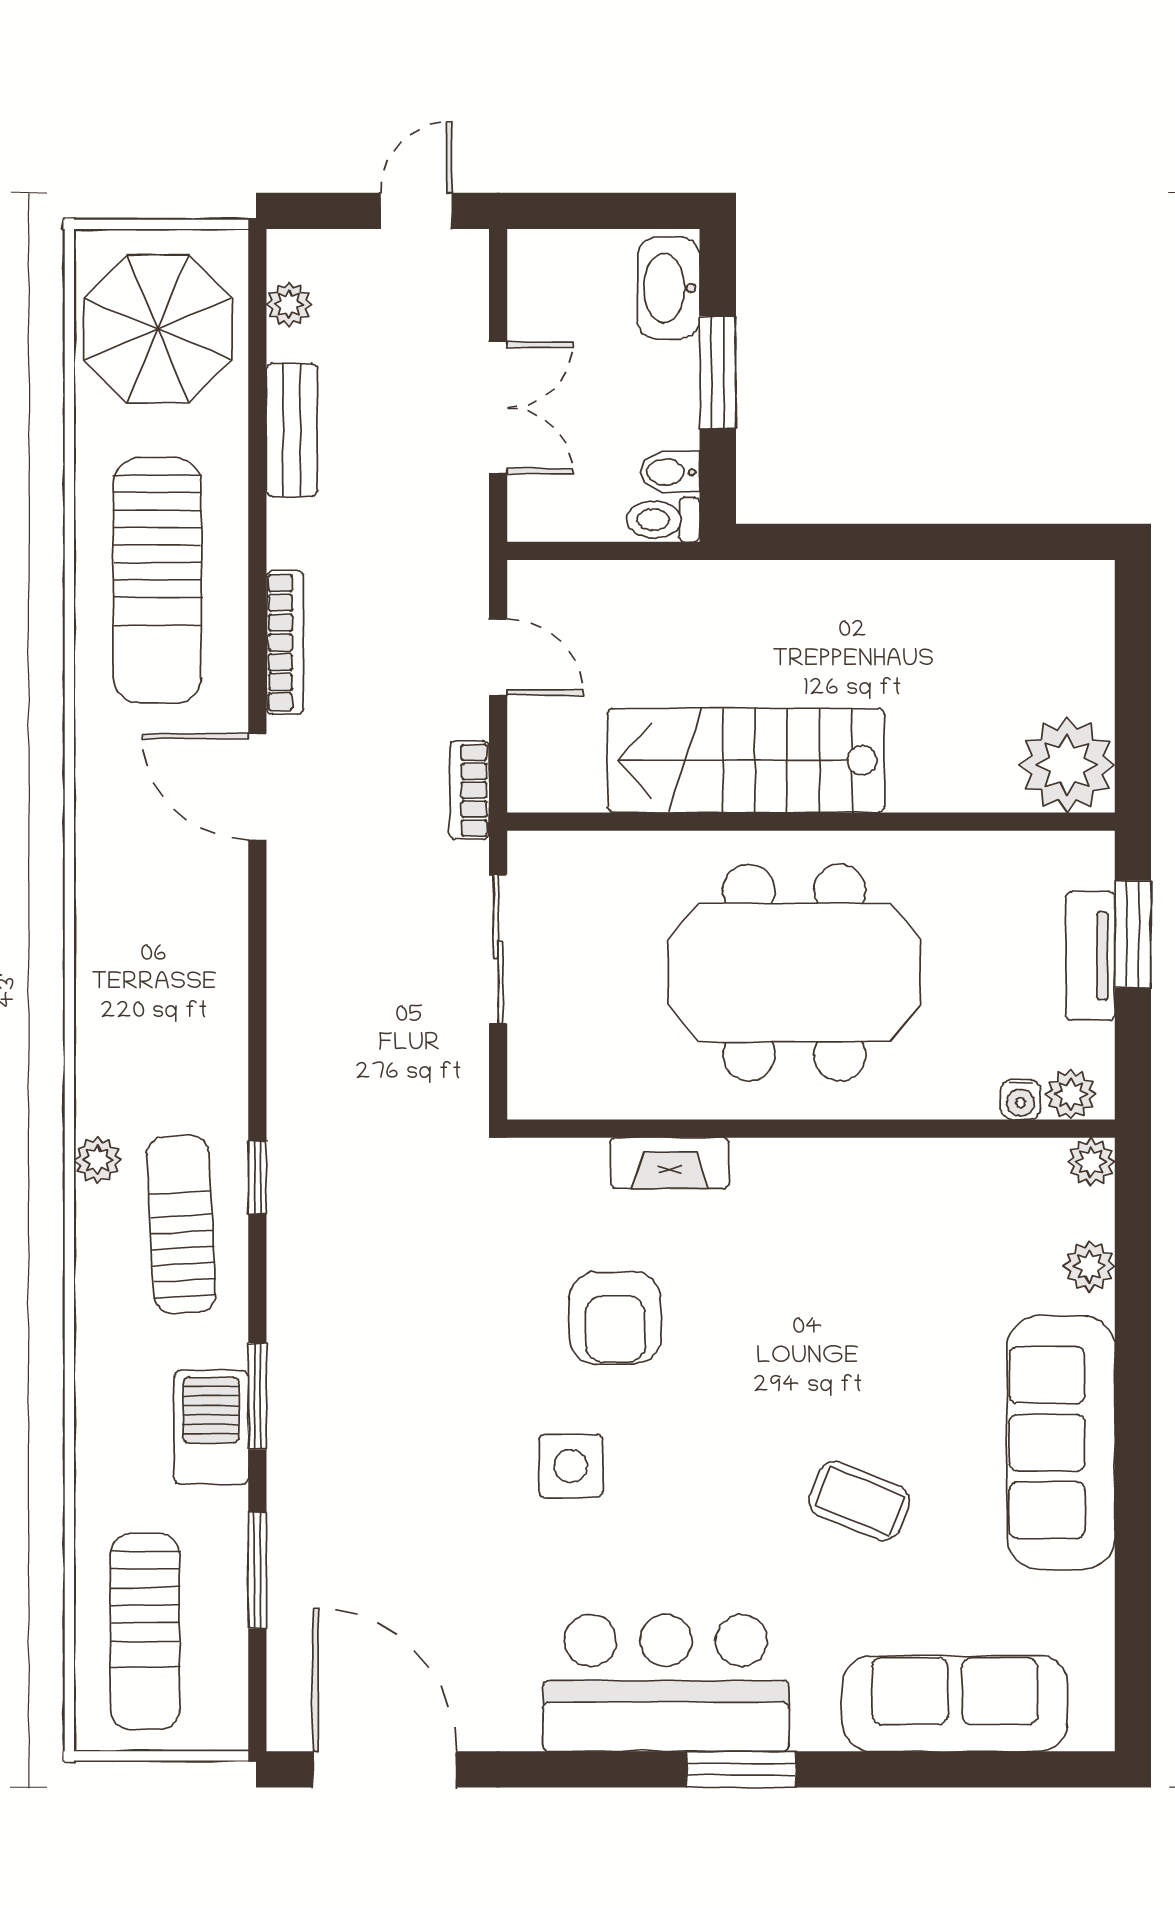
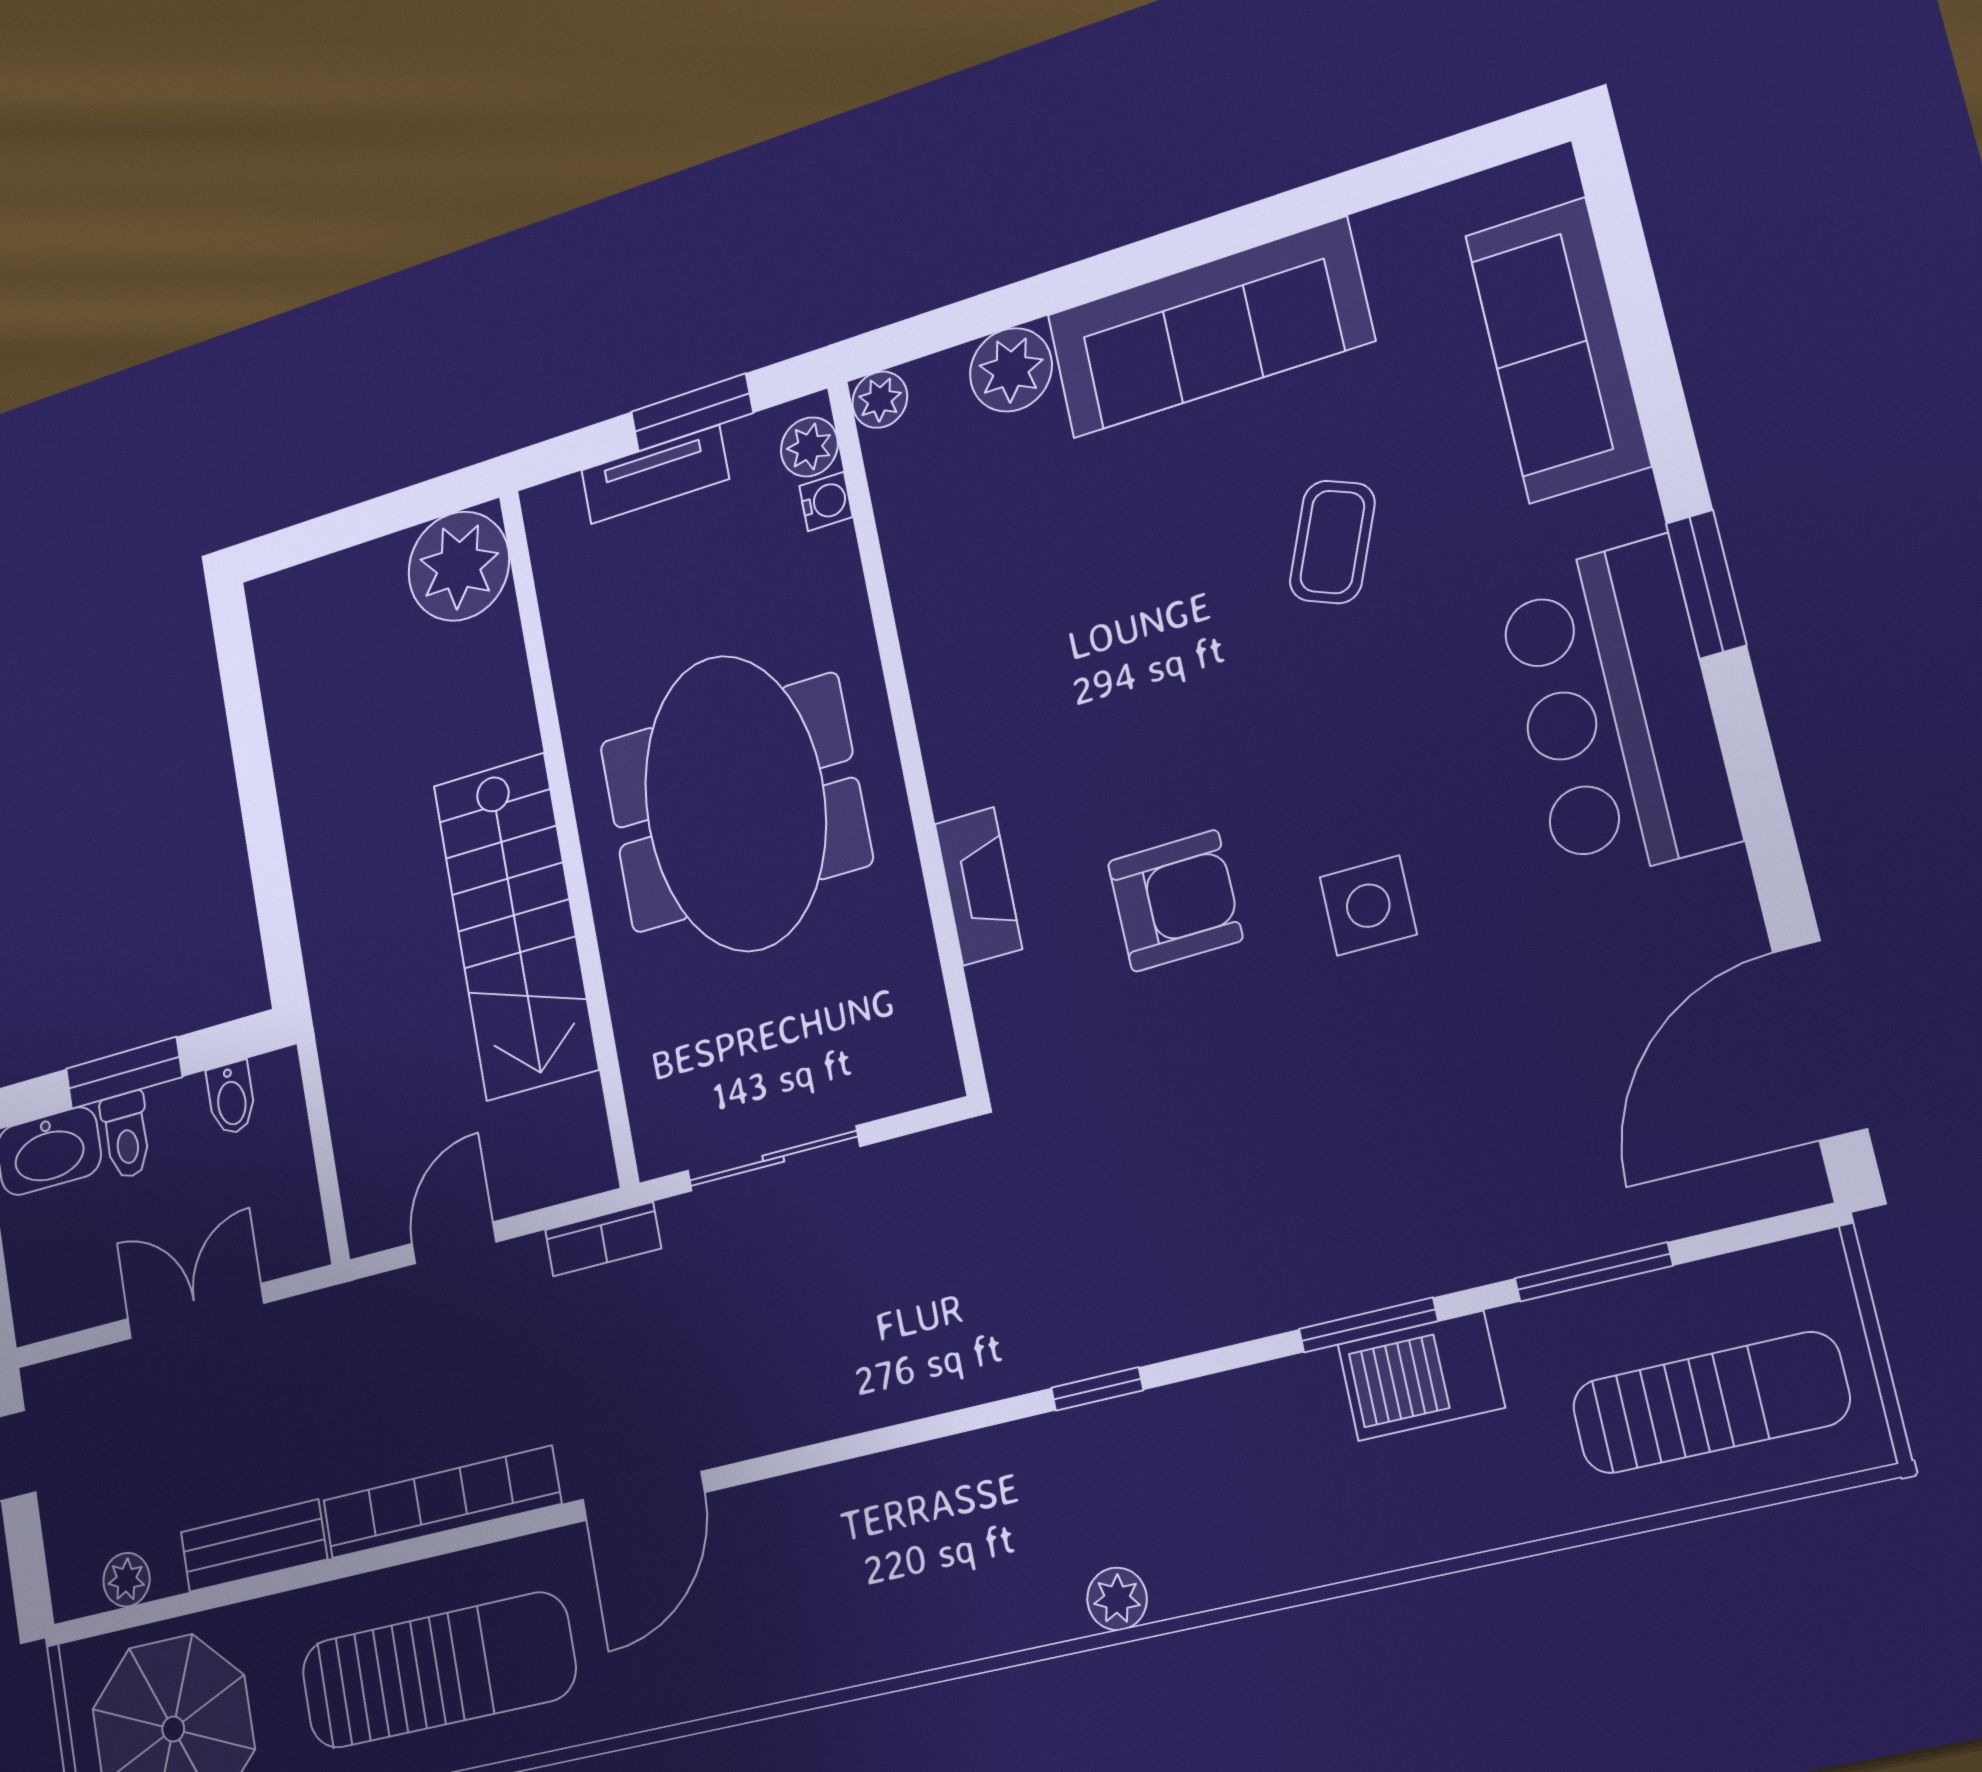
toilet: (663, 520) -> (126, 1135), moved
bookcase: (285, 642) -> (441, 1502), width x1.48, depth x1.31
window: (1133, 934) -> (692, 412), moved
sun lounger: (181, 1224) -> (1174, 1473), removed
plant: (1089, 1266) -> (1011, 370), width x1.38, depth x1.38

